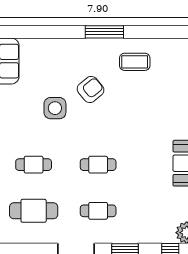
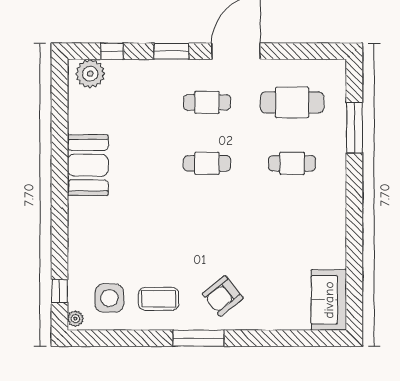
armchair: (91, 89) -> (223, 296), moved
side table: (55, 108) -> (109, 298), moved

